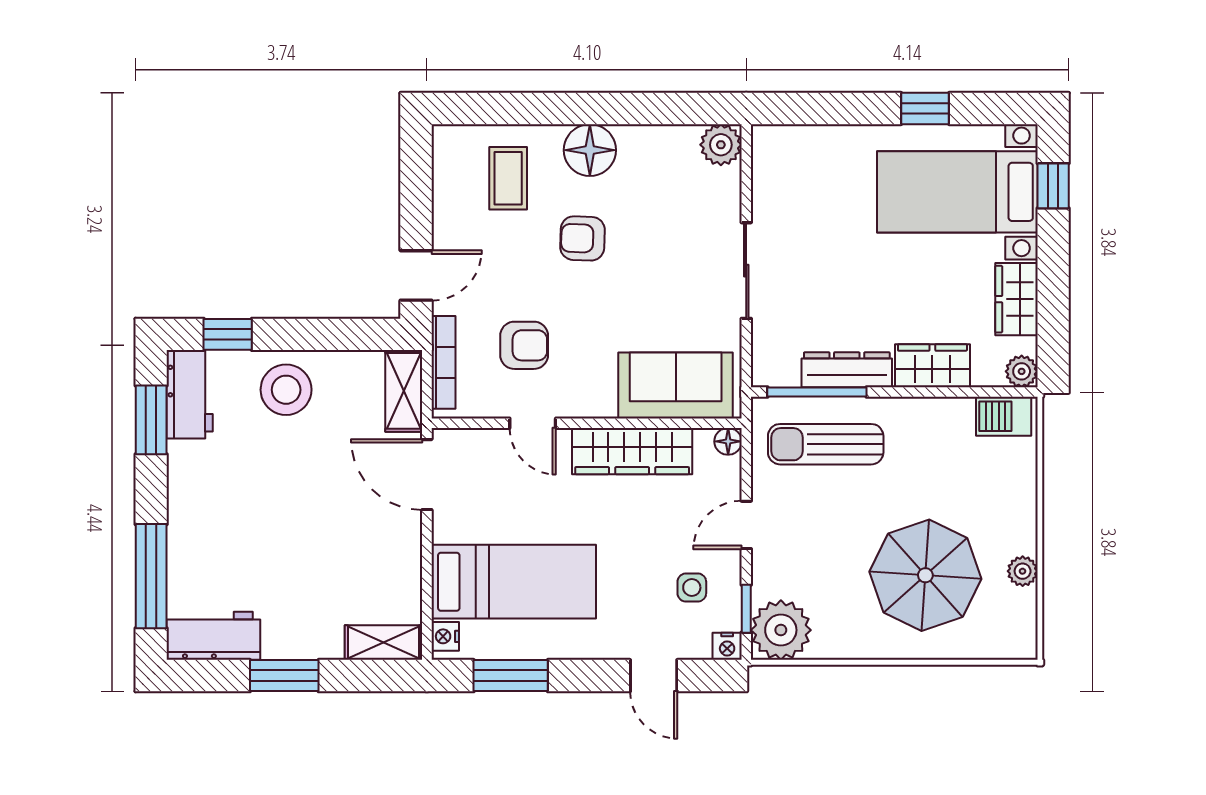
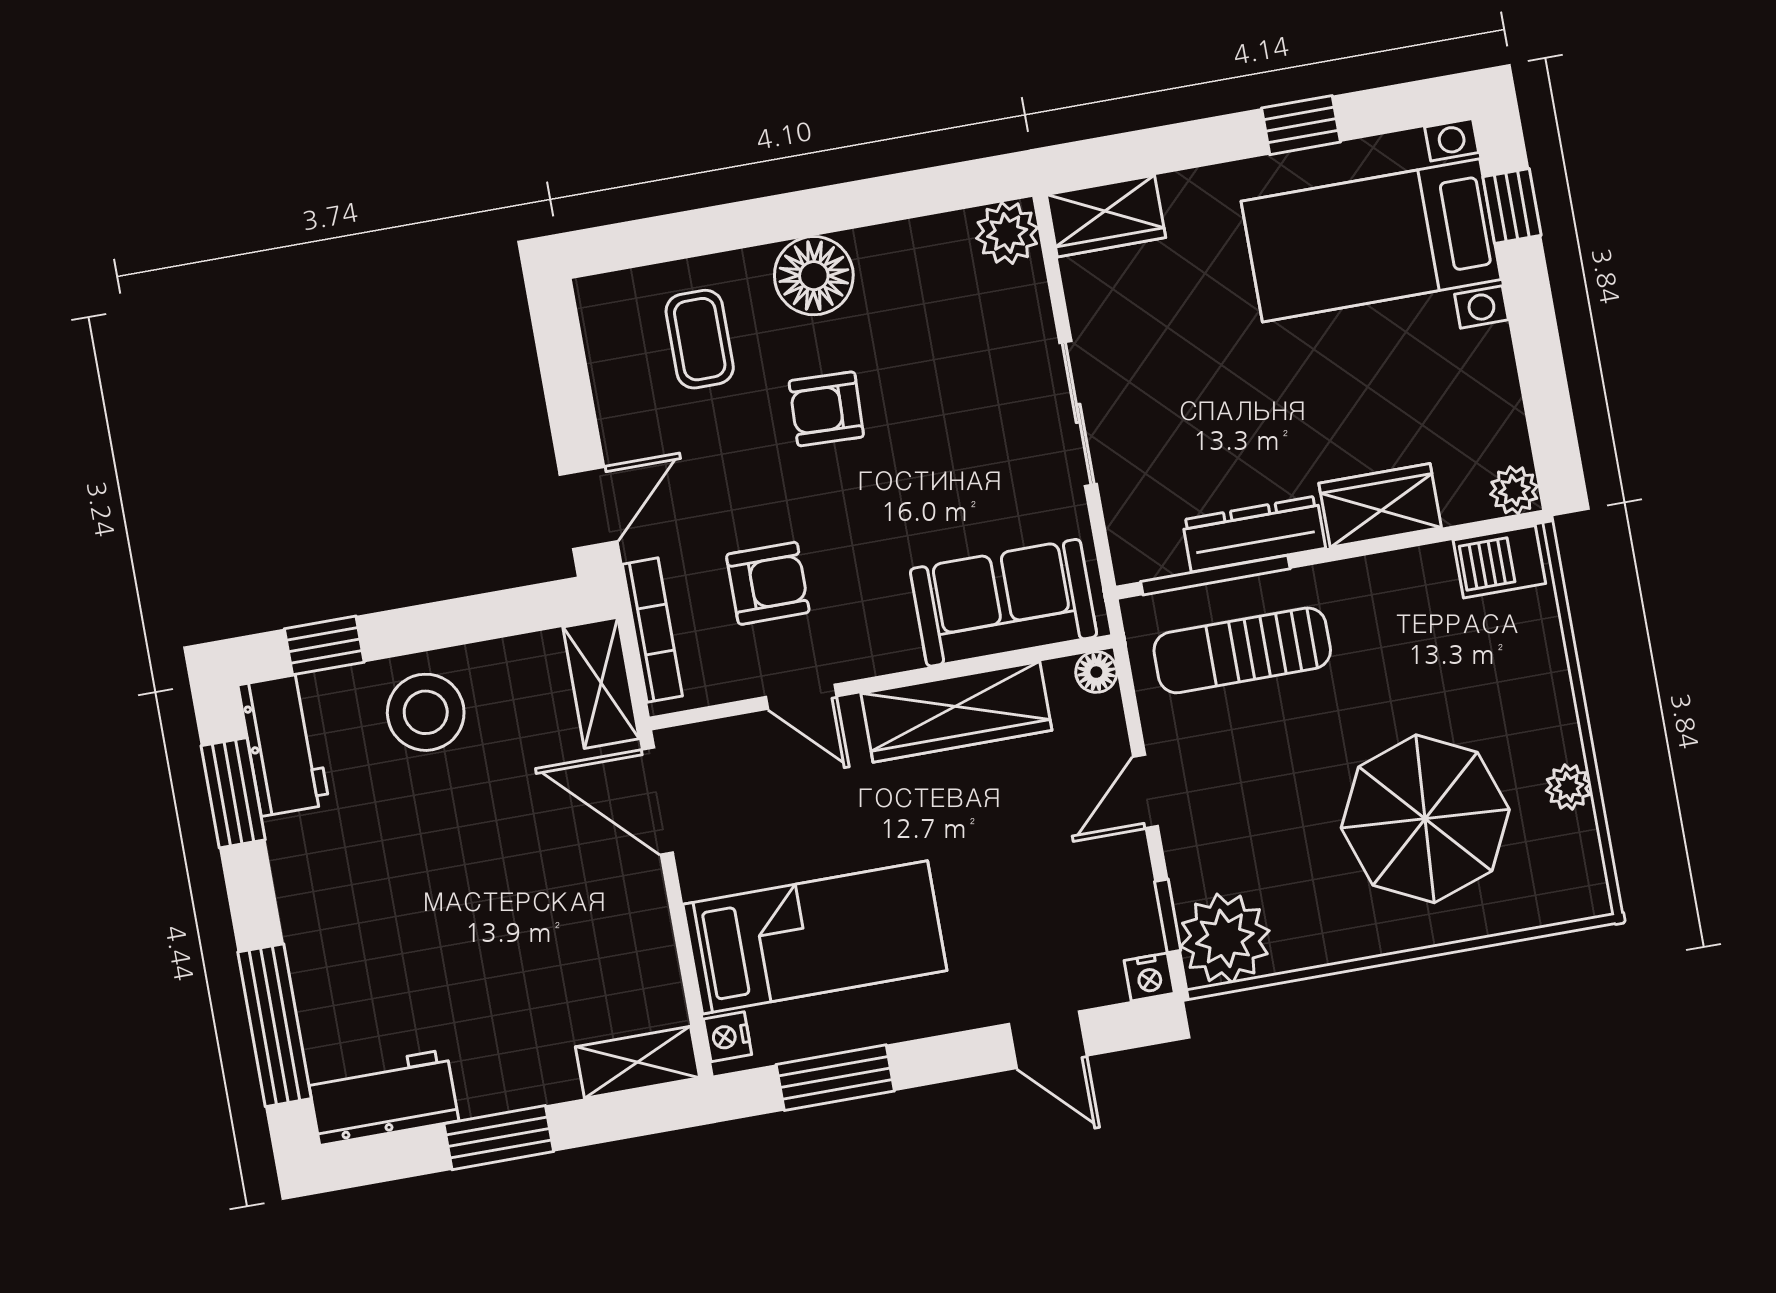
wardrobe: (1016, 299) -> (1106, 216), moved, turned -90
side table: (692, 588) -> (1081, 899), removed

